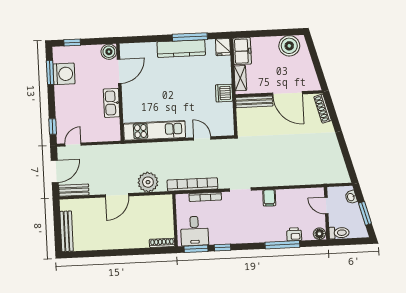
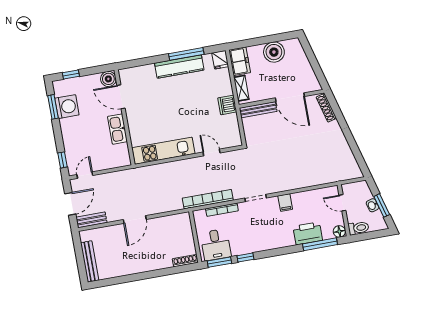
boiler: (289, 46) -> (274, 52), moved
door: (119, 71) -> (121, 97), swing flipped
plant: (148, 182) -> (164, 202), removed
washbasin: (351, 197) -> (372, 205), moved
printer: (294, 234) -> (308, 233), width x1.87, depth x1.48
window: (282, 245) -> (320, 244), moved

